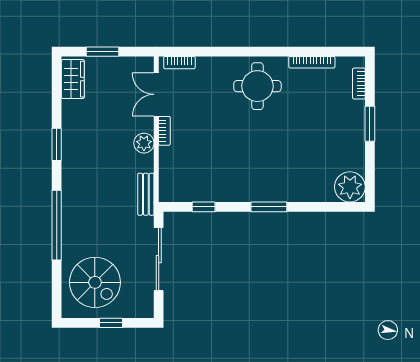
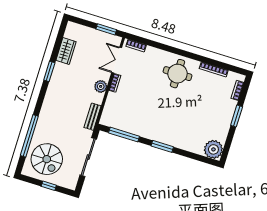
window: (102, 52) -> (106, 29), moved
wardrobe: (73, 79) -> (66, 51), moved
window: (204, 207) -> (124, 135), width x2.17
window: (57, 225) -> (29, 136), moved

